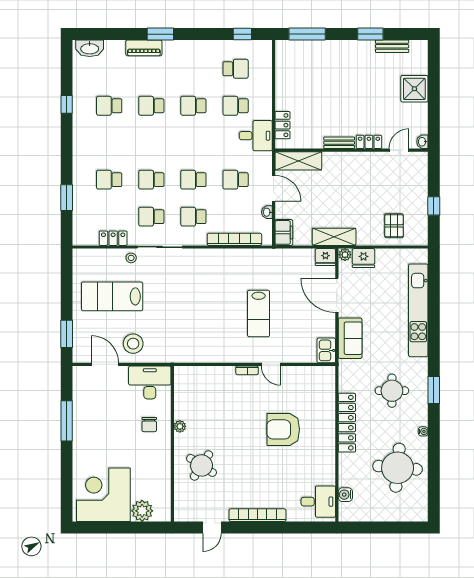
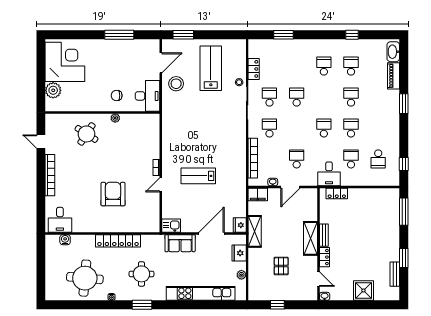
piano: (144, 48) -> (394, 76), moved
shelving: (298, 161) -> (311, 238), moved
school desk: (109, 180) -> (324, 66), moved
school desk: (193, 180) -> (324, 128), moved
pallet: (394, 226) -> (281, 266), moved, turned 90
plant: (345, 255) -> (241, 275), moved

